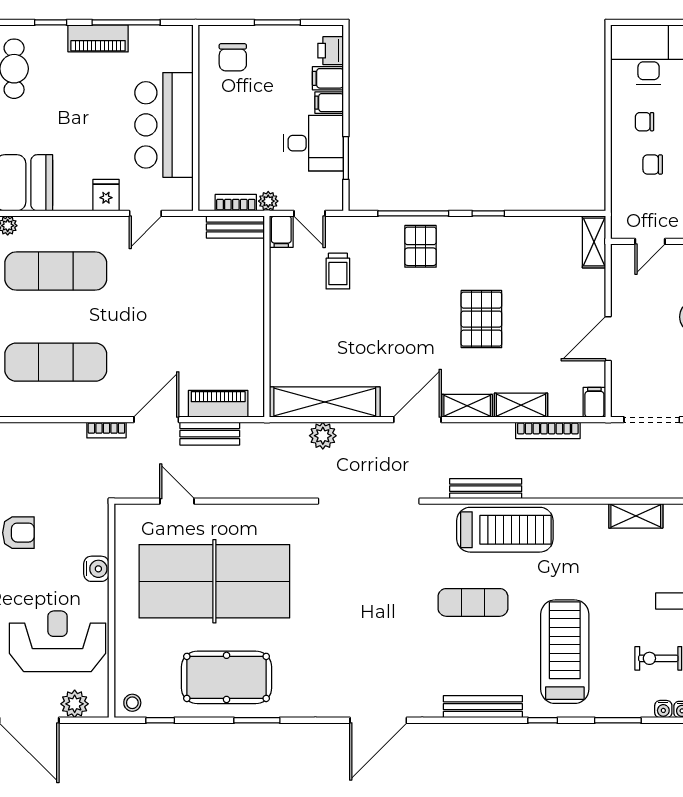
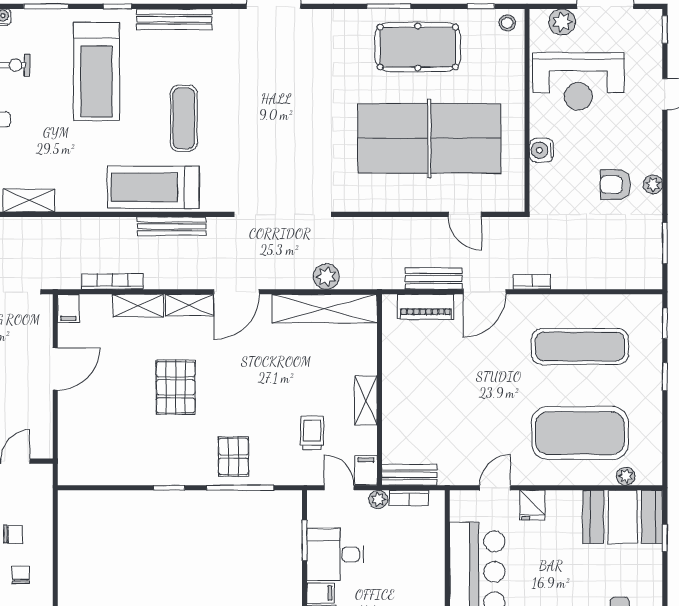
chair: (645, 122) -> (21, 575), turned -90
shelving: (594, 242) -> (366, 400), moved
exercise mat: (56, 271) -> (580, 433), width x1.47
exercise mat: (473, 602) -> (184, 118), turned 90

